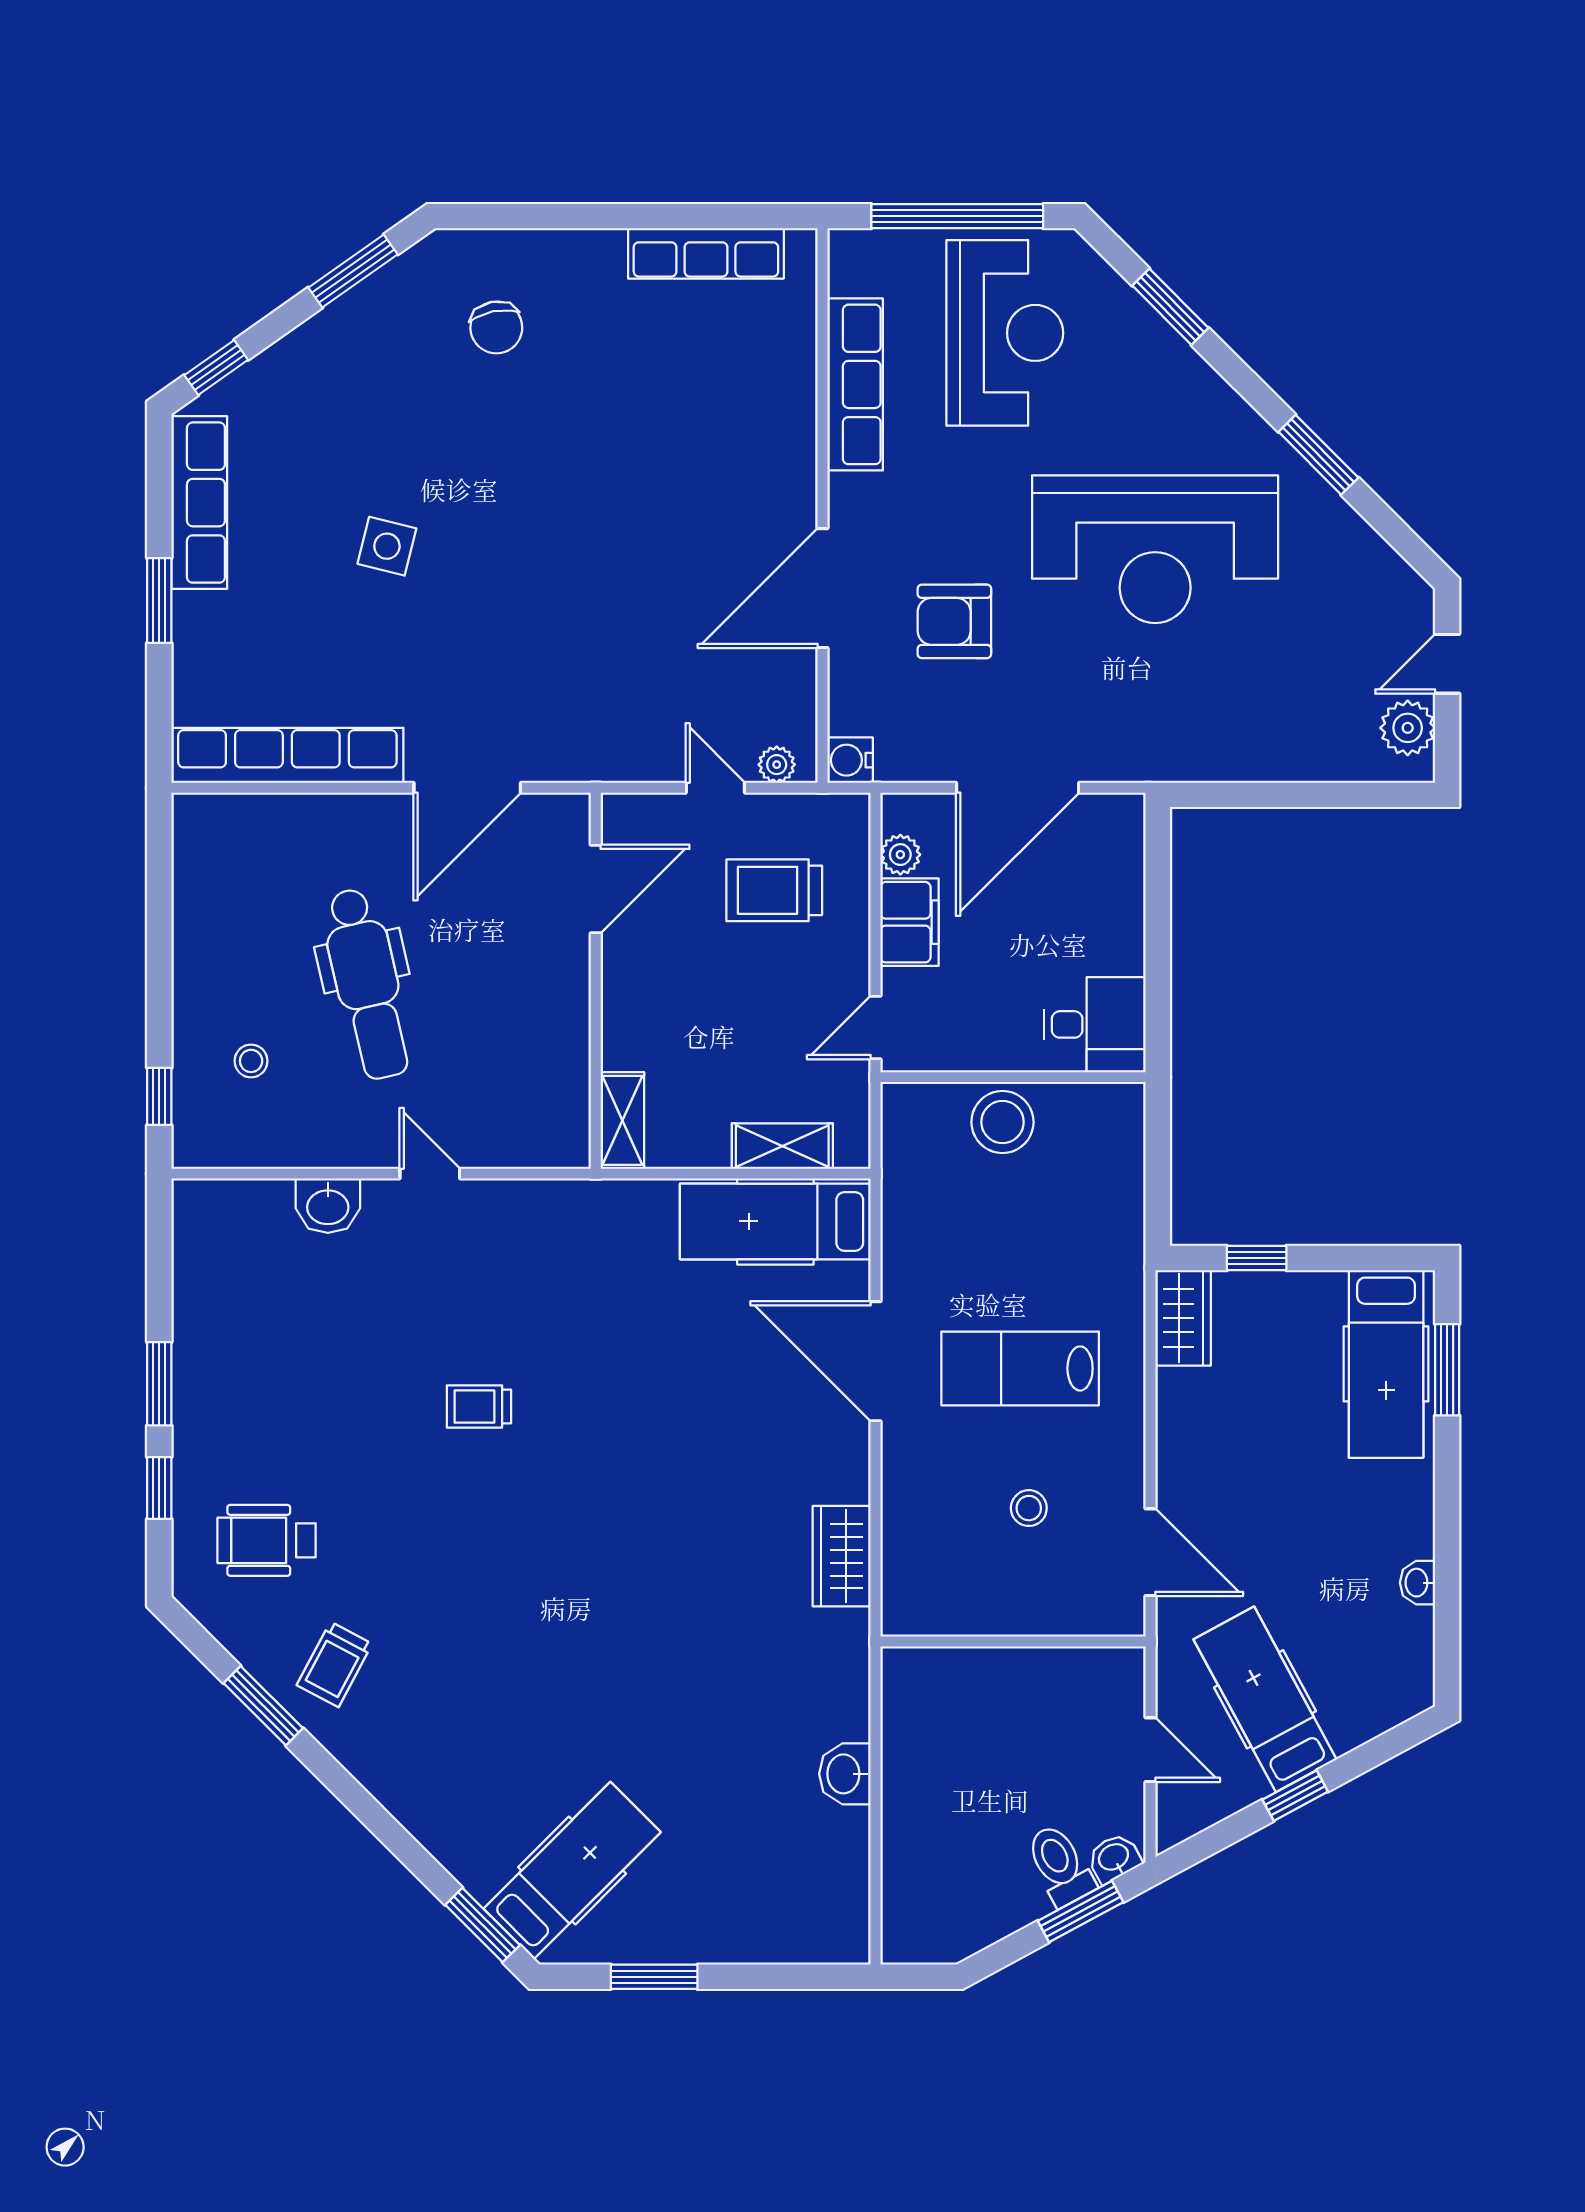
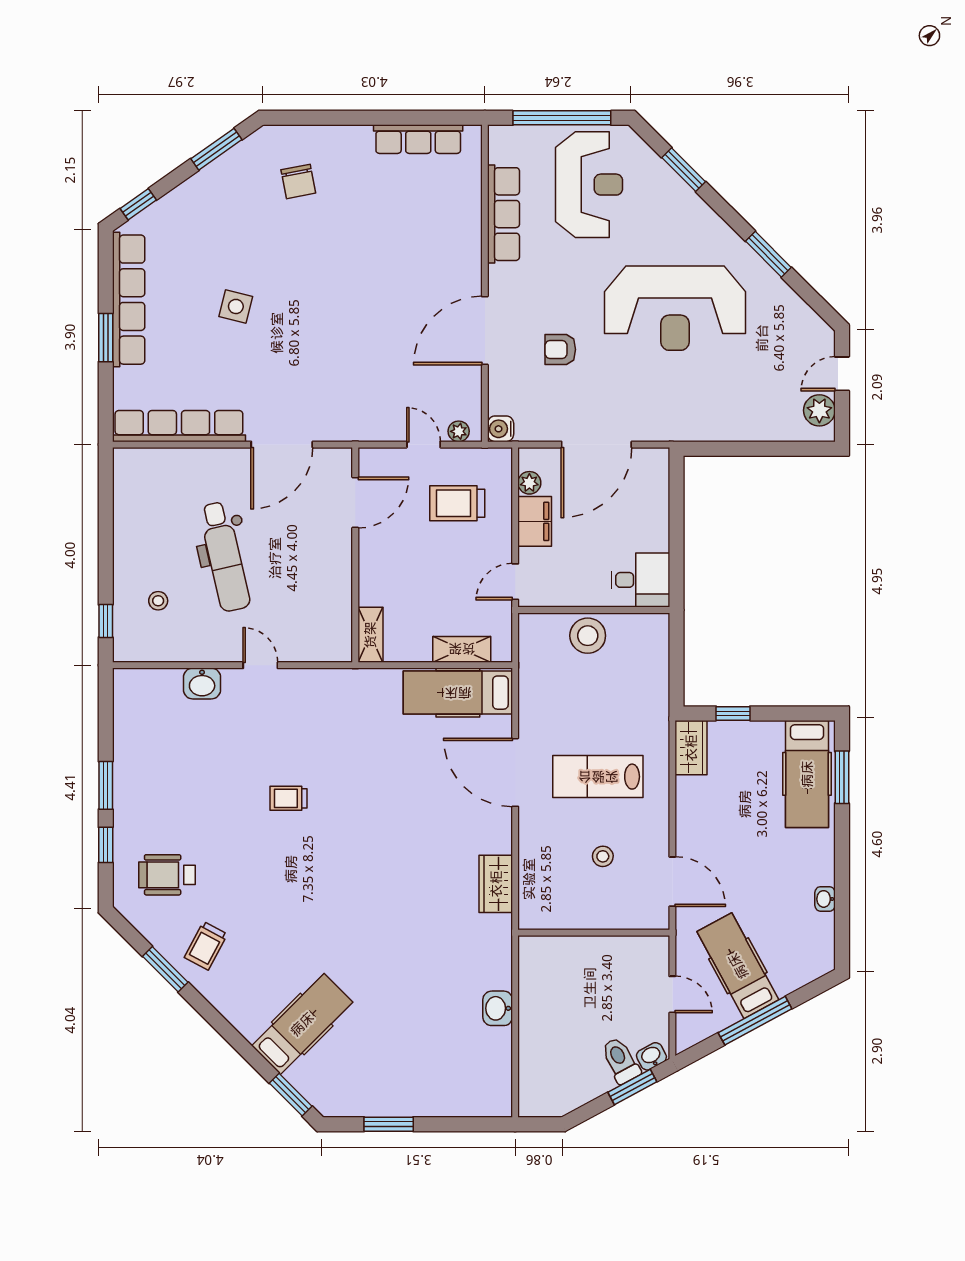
row of seats: (199, 503) -> (129, 300), width x1.36
armchair: (954, 621) -> (560, 349), width x0.72, depth x0.72
window: (1295, 1796) -> (755, 1021), width x2.17
hospital bed: (572, 1870) -> (302, 1024), moved

